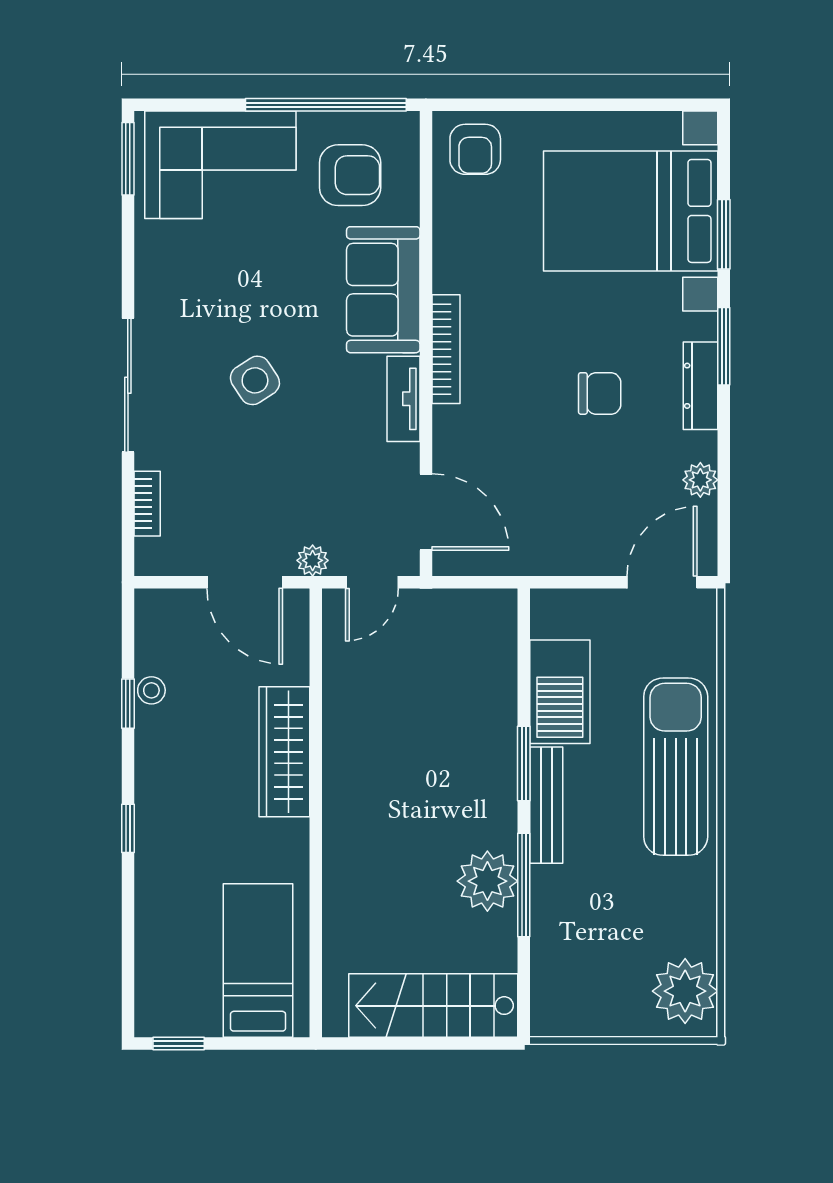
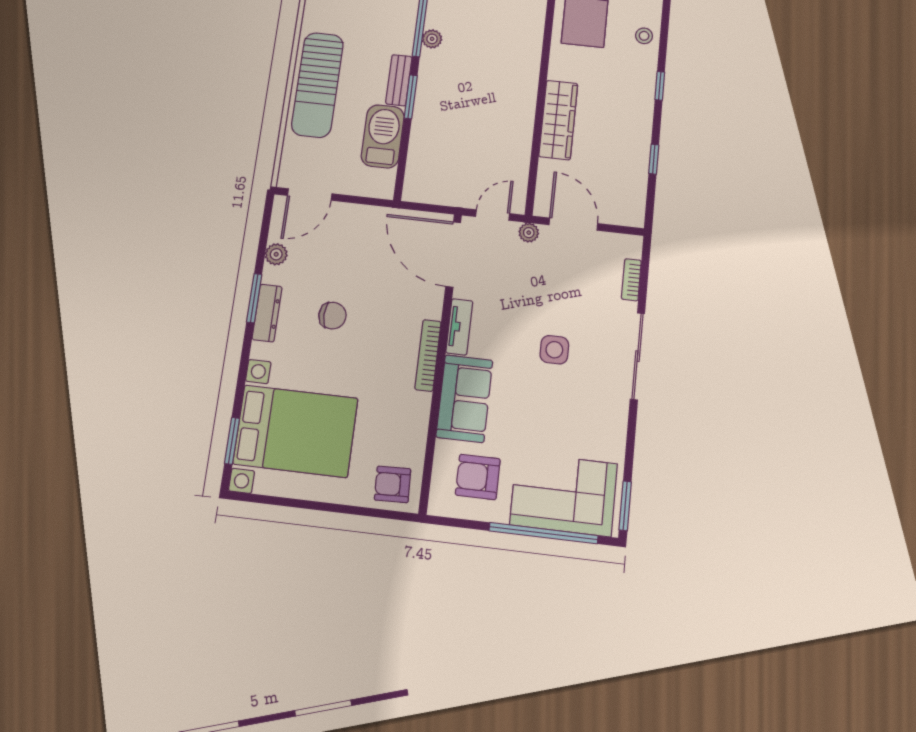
window: (326, 105) -> (543, 533), moved
armchair: (475, 149) -> (393, 484), turned -92
window: (724, 234) -> (232, 441), moved
window: (724, 346) -> (254, 298), moved
side table: (255, 380) -> (554, 350), turned 33
chair: (600, 393) -> (332, 316), turned 180
door: (426, 512) -> (453, 254), width x1.36
stool: (151, 690) -> (644, 36), moved
bench: (546, 805) -> (399, 80), width x0.73
plant: (487, 881) -> (432, 39), width x0.53, depth x0.53

